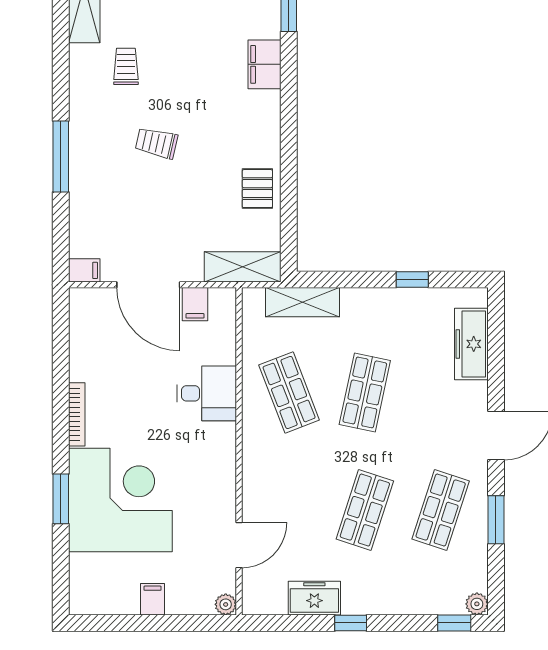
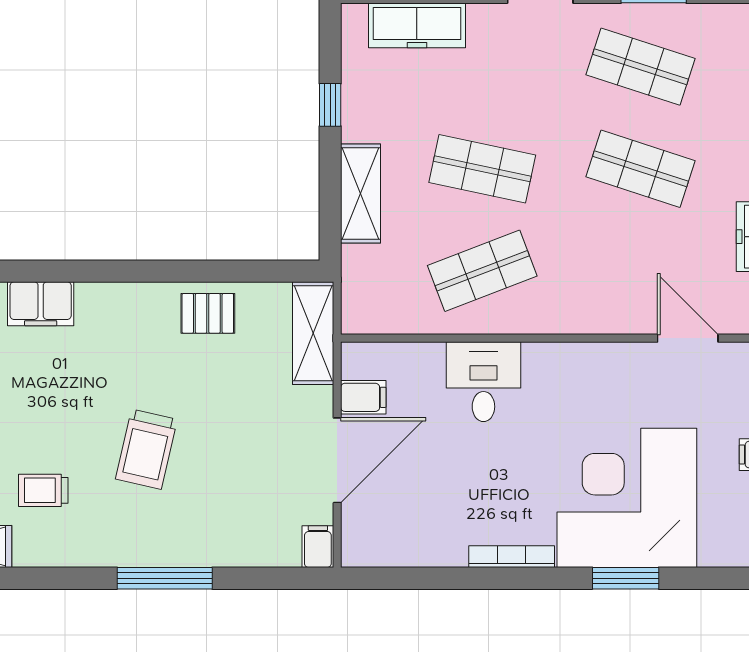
trolley: (156, 143) -> (146, 449), width x1.36, depth x1.39
shelving: (302, 302) -> (361, 193), moved

